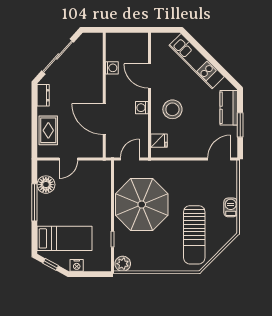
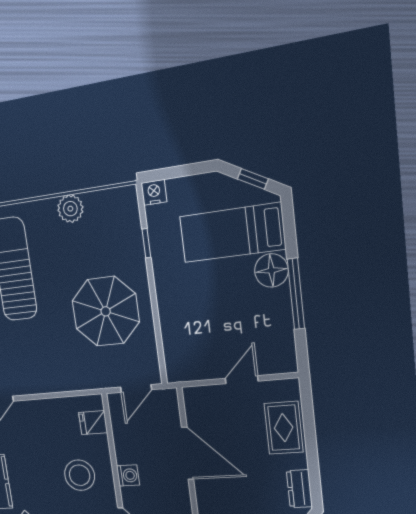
floor lamp: (46, 185) -> (271, 270), moved
parasol: (142, 205) -> (106, 311), width x0.73, depth x0.73
plant: (123, 264) -> (70, 209), moved
nightstand: (77, 265) -> (154, 192), moved

